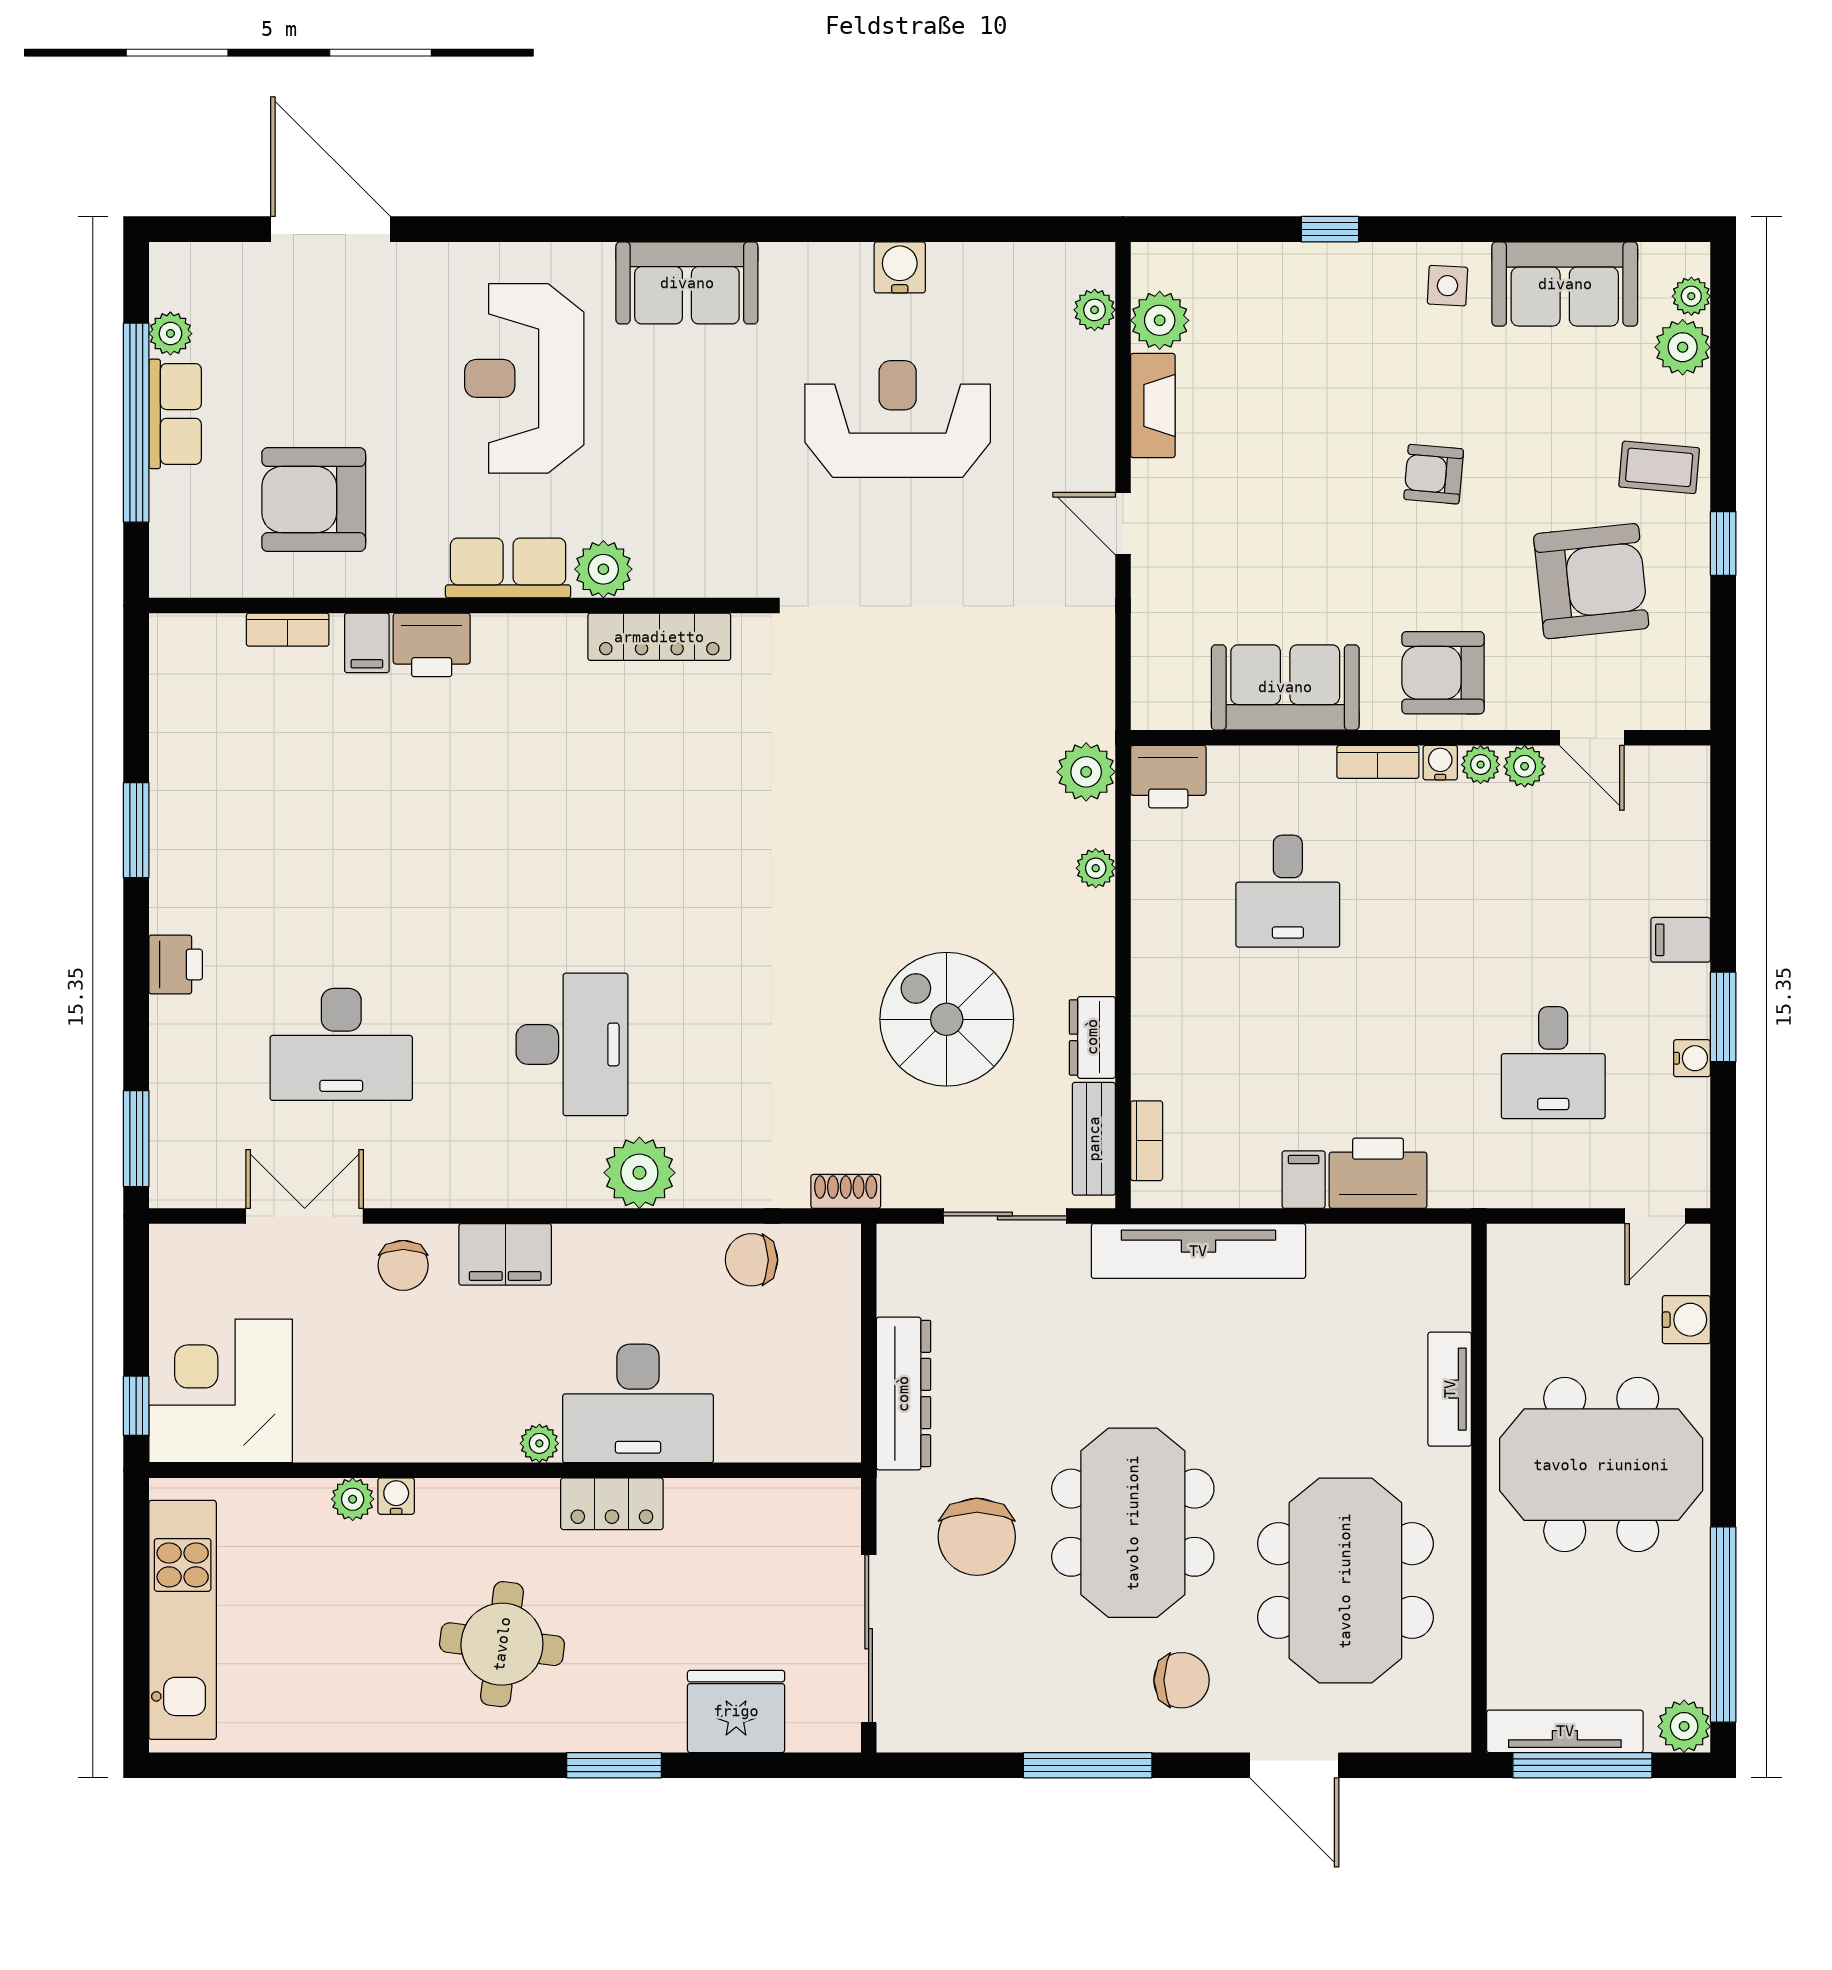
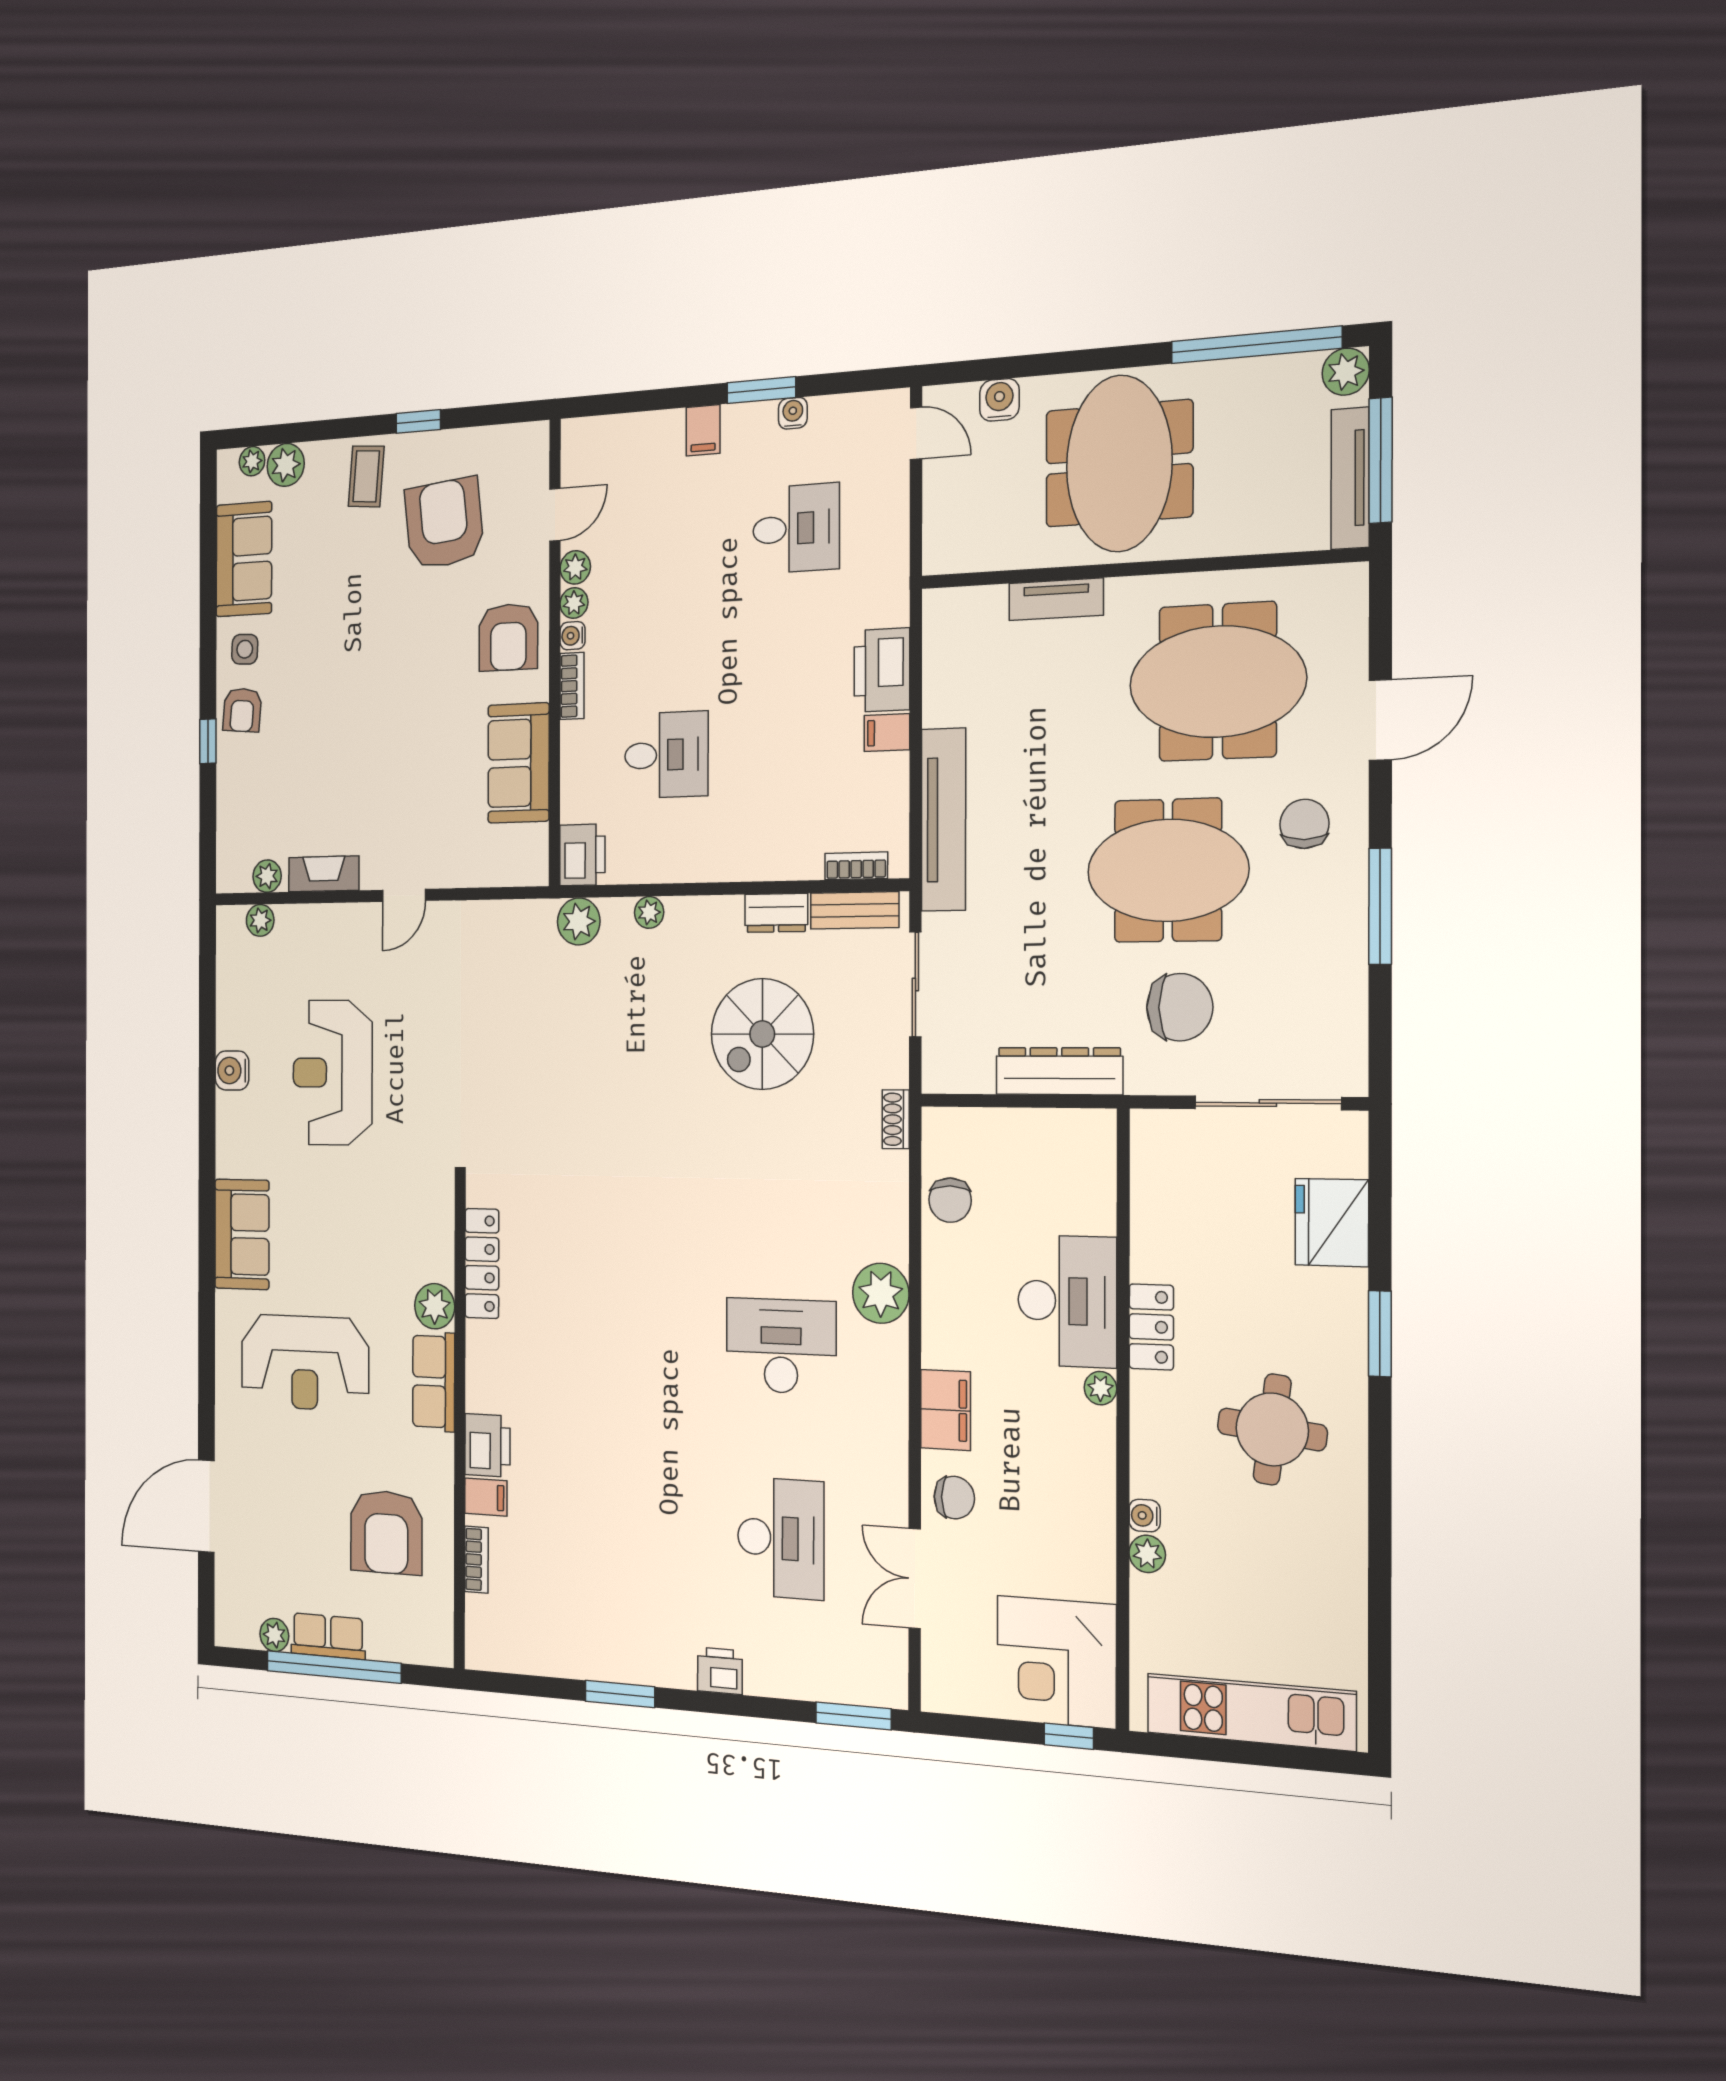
plant: (1160, 320) -> (267, 876), width x0.73, depth x0.73
armchair: (1434, 474) -> (242, 710), moved

